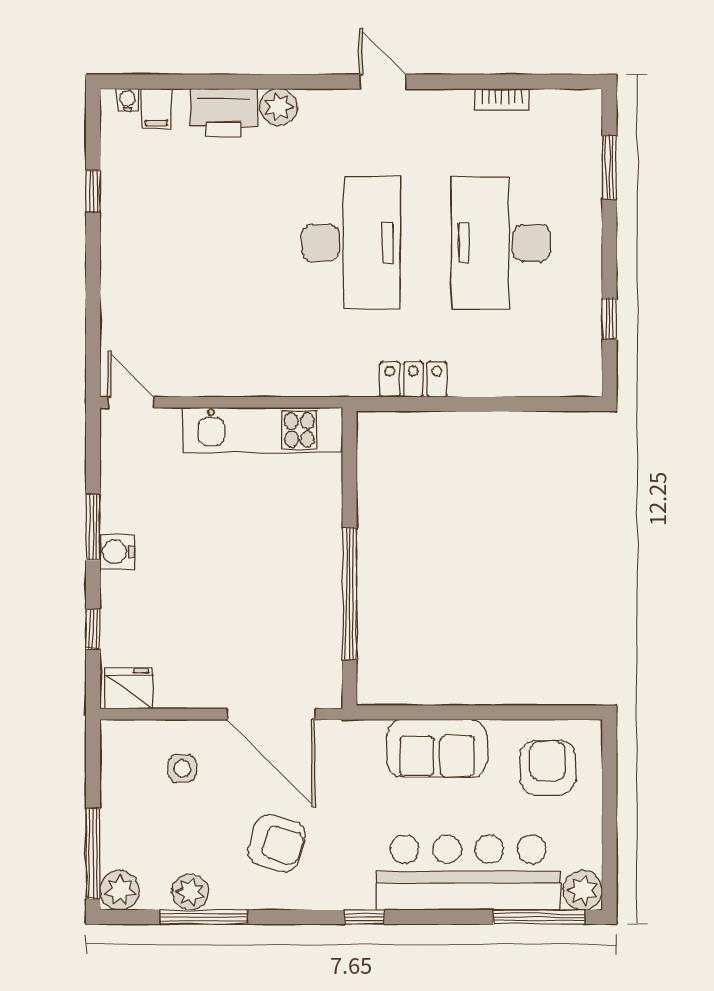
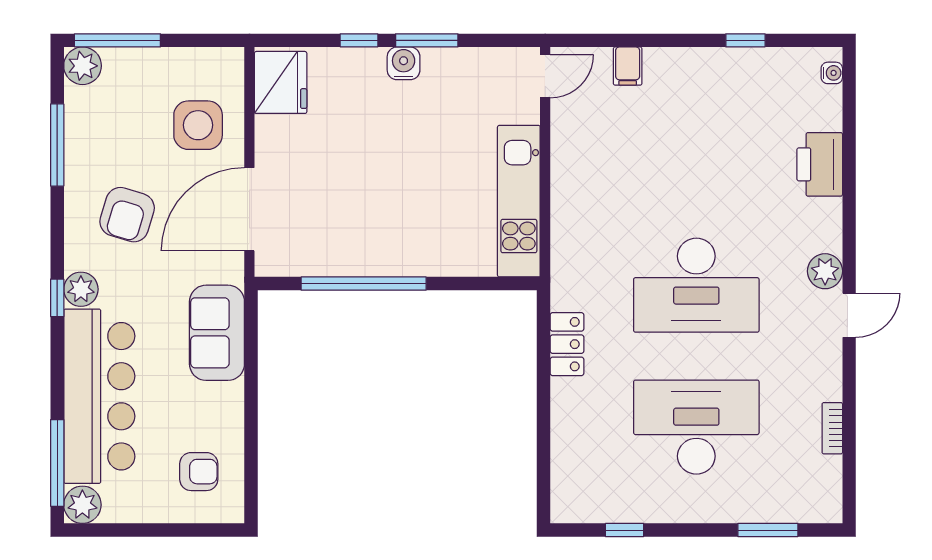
plant: (278, 107) -> (825, 271), moved
filing cabinet: (156, 109) -> (628, 66), moved, turned -90
window: (93, 629) -> (359, 40), moved
fridge: (129, 688) -> (281, 82), width x1.36, depth x1.34
sofa: (437, 748) -> (217, 333), moved
side table: (182, 768) -> (198, 125), width x1.87, depth x1.87
armchair: (548, 768) -> (199, 472), width x0.72, depth x0.72
plant: (190, 892) -> (81, 289), moved

